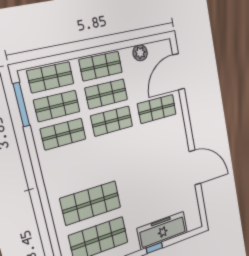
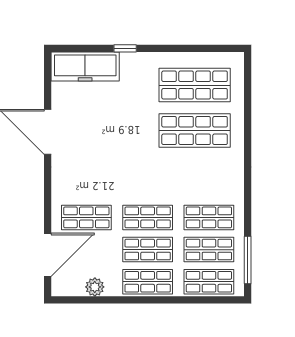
freezer: (162, 230) -> (85, 67), moved

